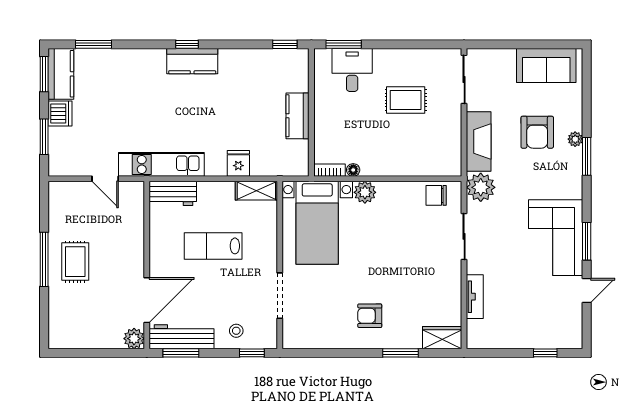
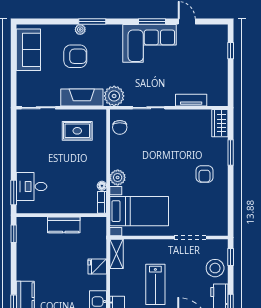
rug: (406, 100) -> (77, 131), moved, turned 90
stool: (236, 331) -> (215, 268), width x1.89, depth x1.89

